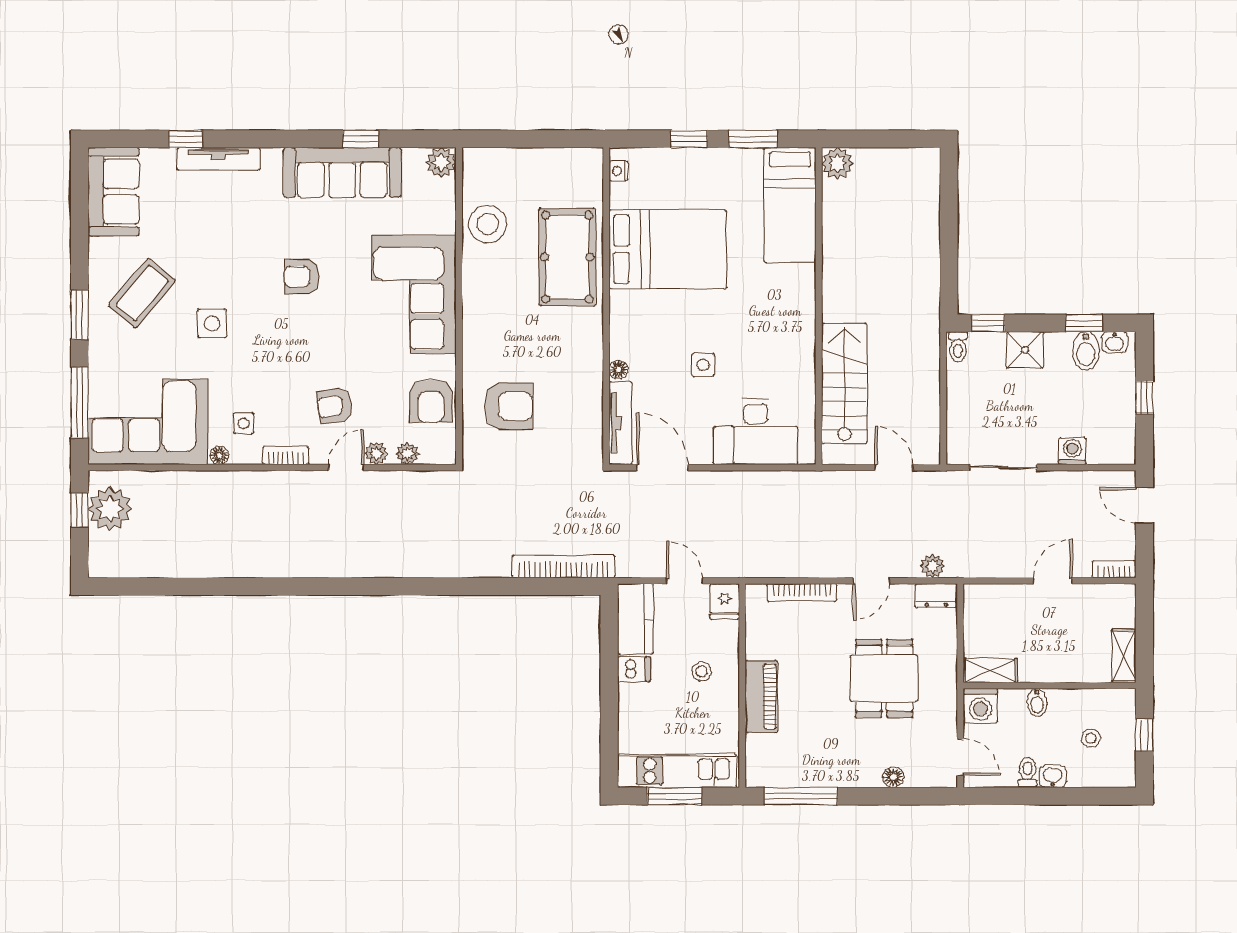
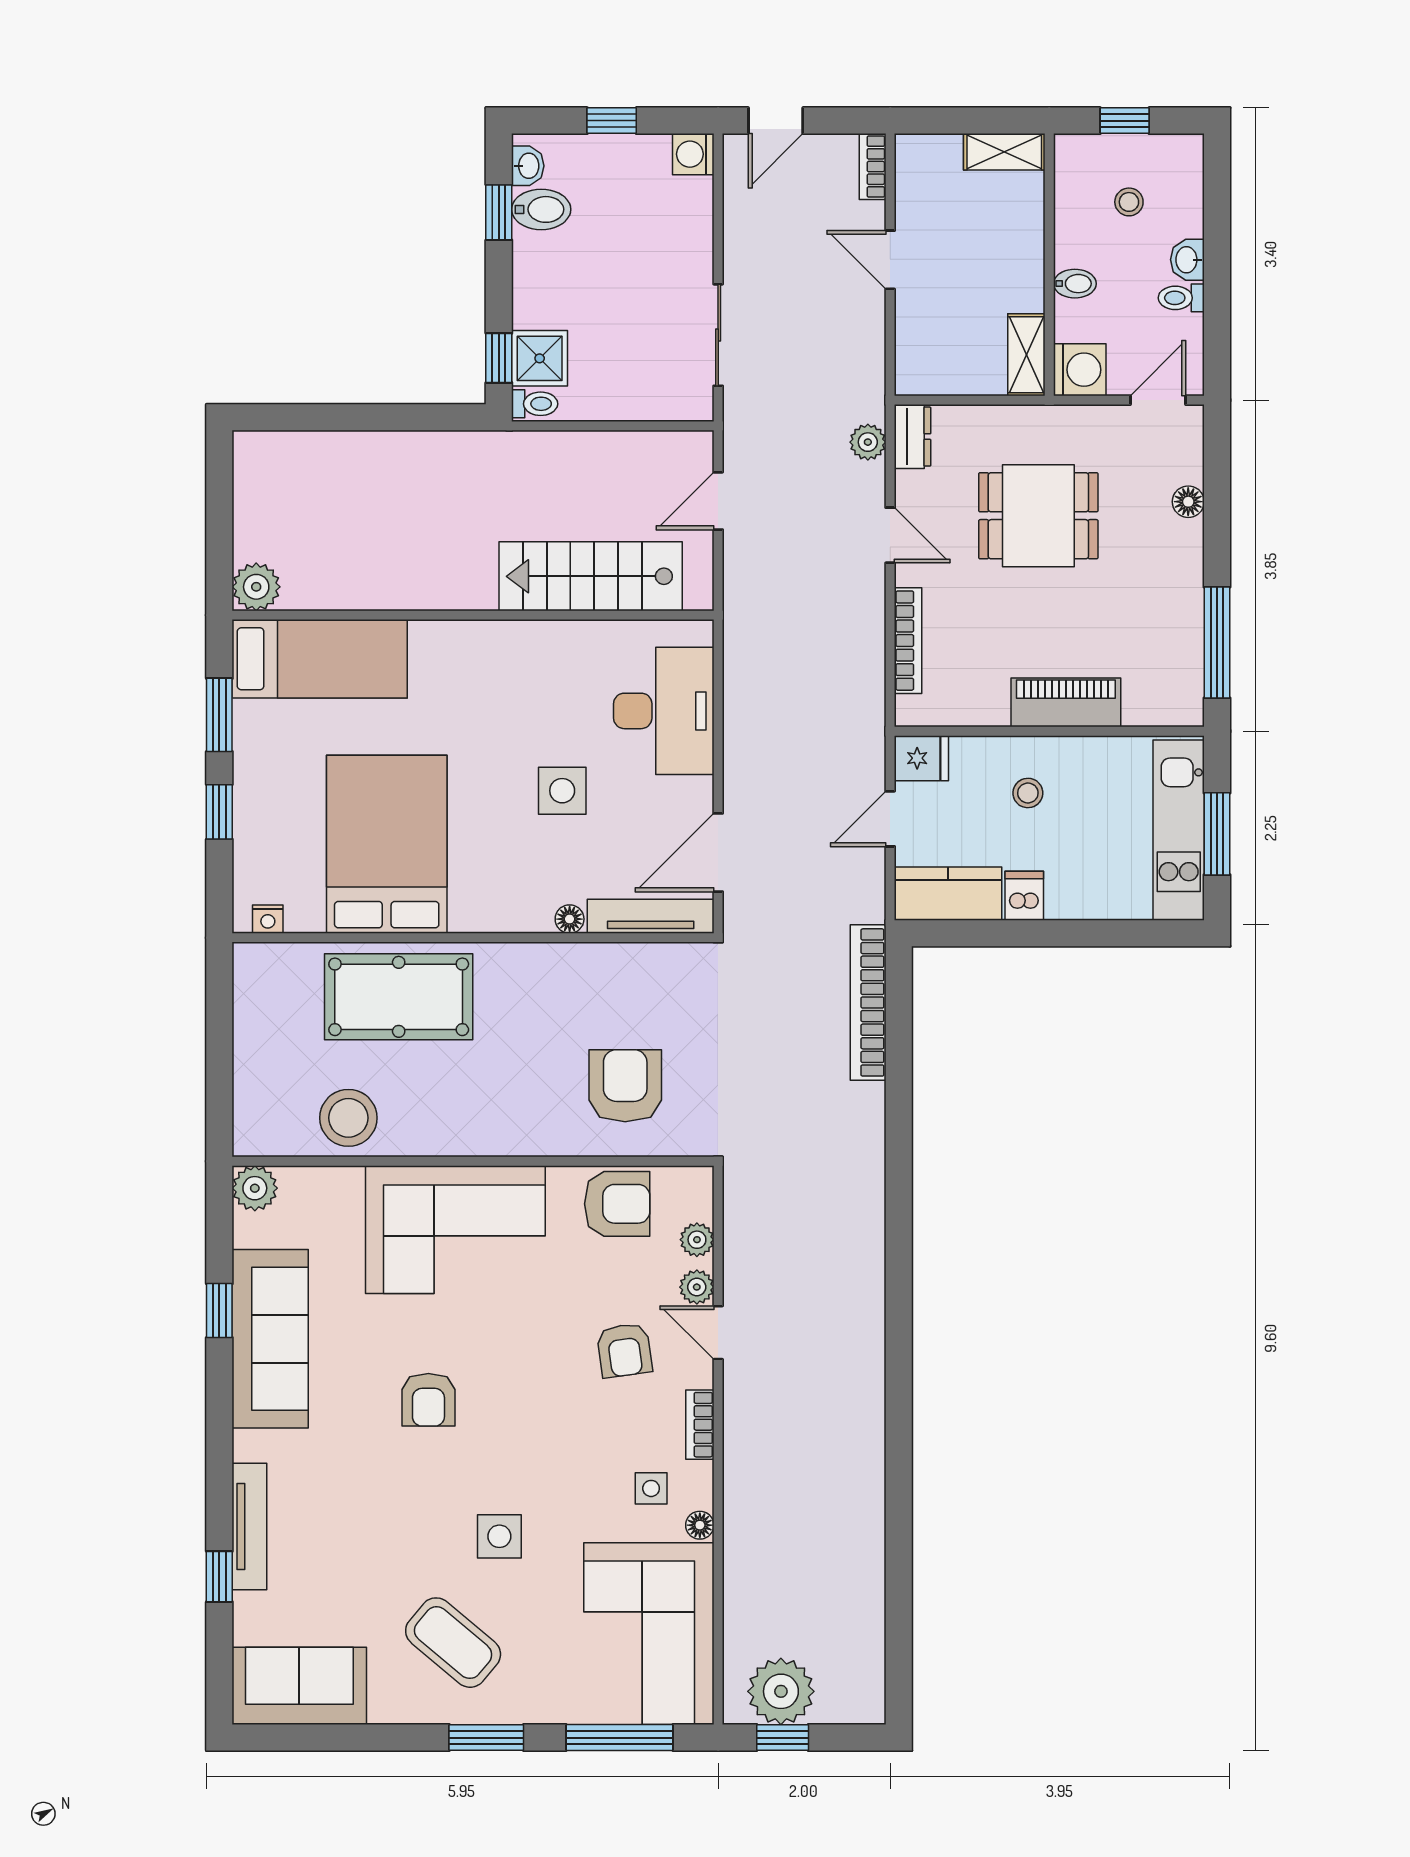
shower: (1025, 350) -> (540, 358), moved
side table: (703, 365) -> (562, 791), width x1.37, depth x1.37
washing machine: (1072, 451) -> (693, 154), moved

